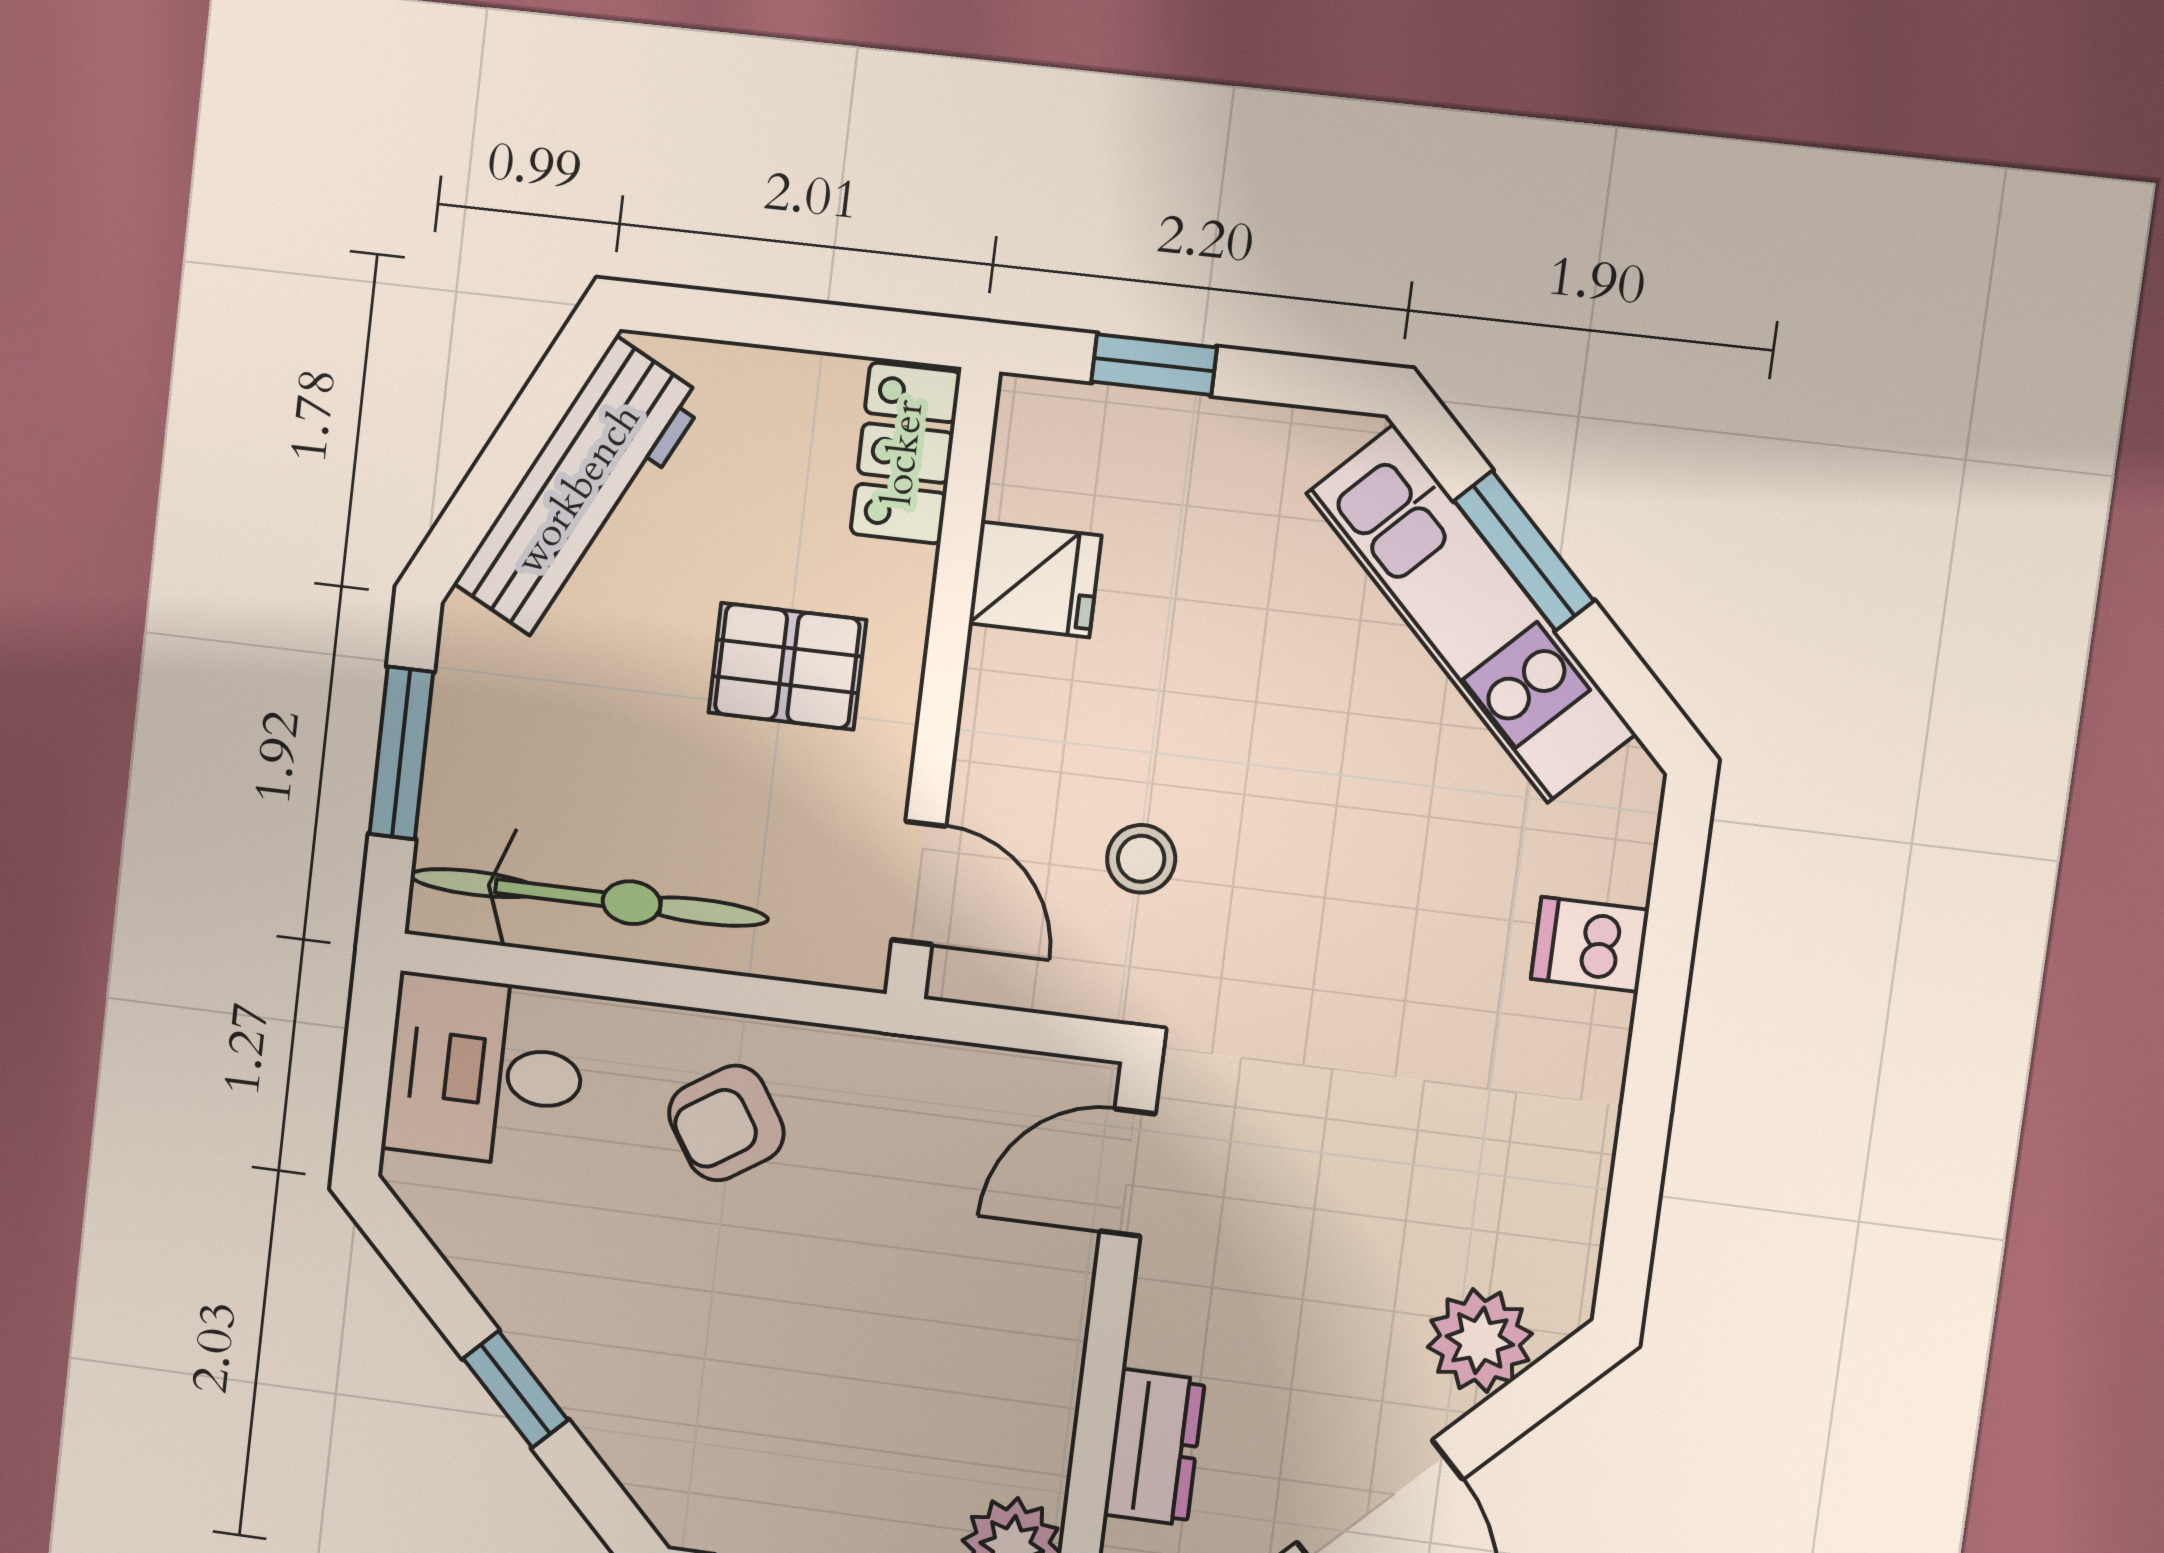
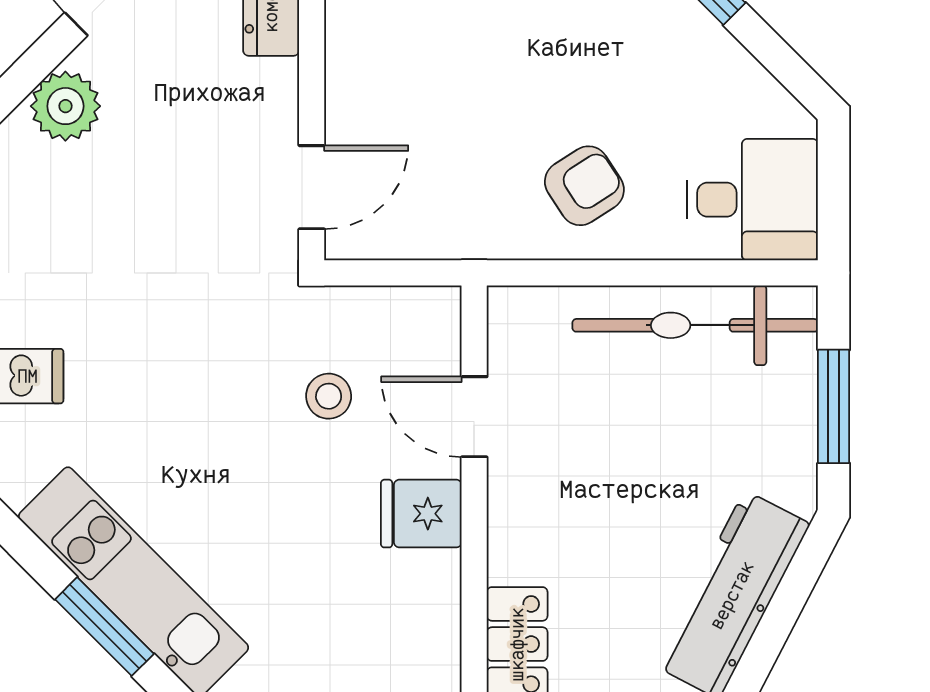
fridge: (1035, 579) -> (421, 514), moved
pallet: (787, 666) -> (579, 495), removed
door: (919, 883) -> (474, 417), moved

